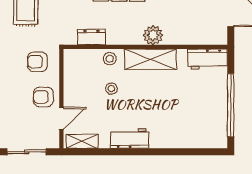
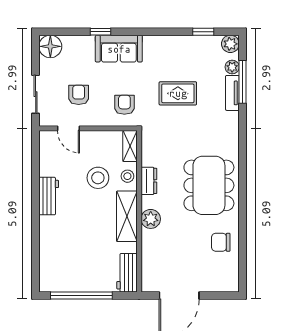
dresser: (91, 37) -> (149, 181), moved
stool: (111, 89) -> (98, 178), width x1.89, depth x1.89
armchair: (43, 97) -> (79, 95), moved
shelving: (82, 141) -> (130, 146), moved

